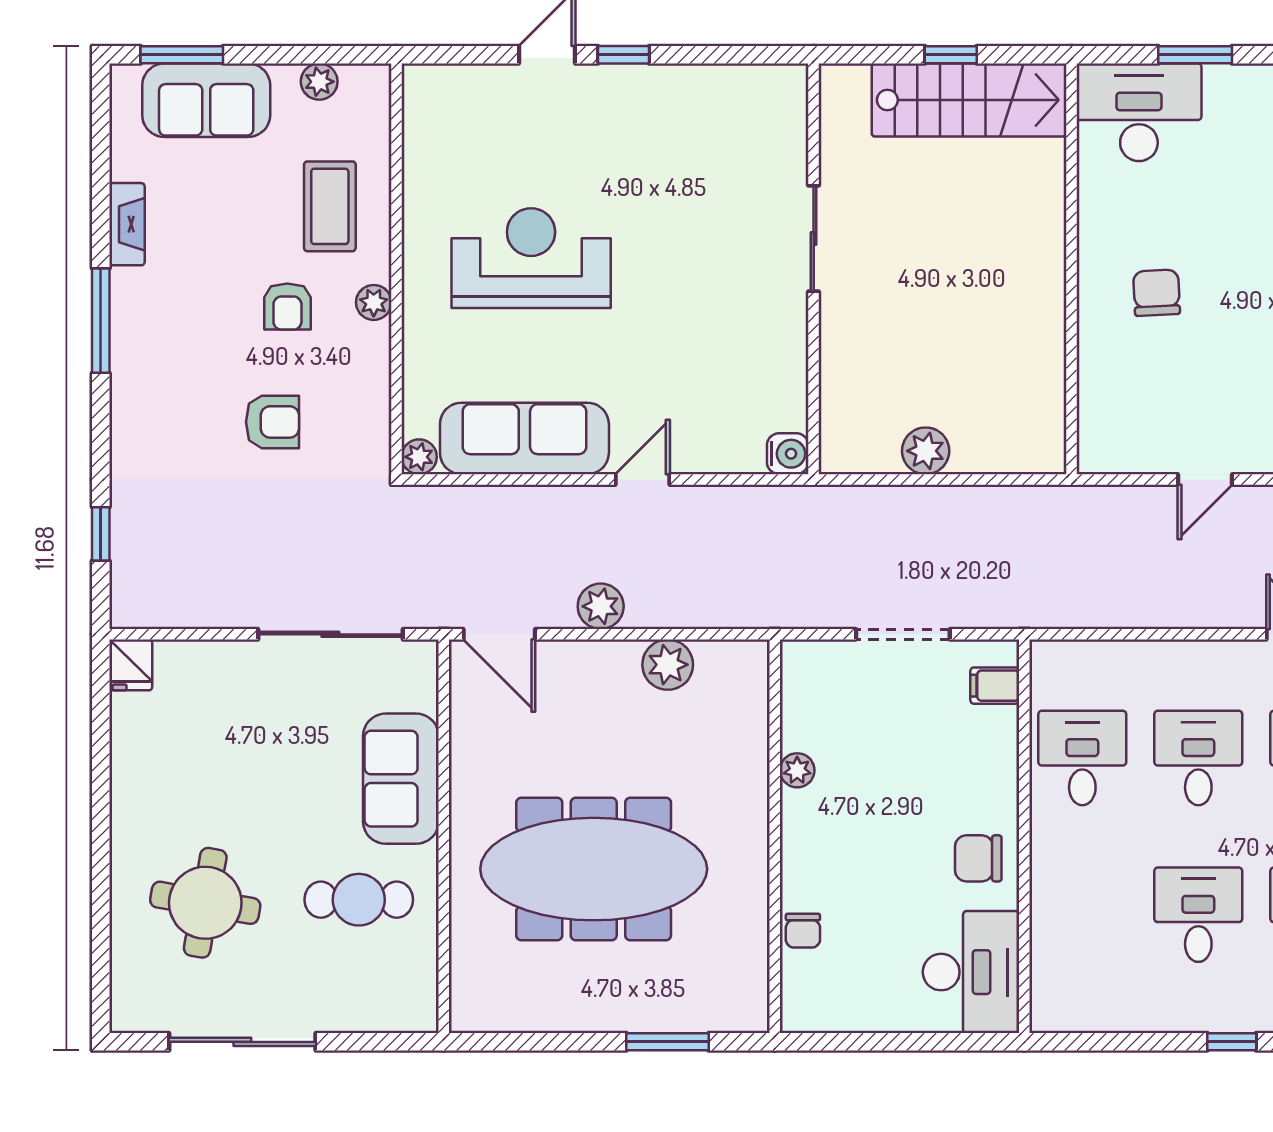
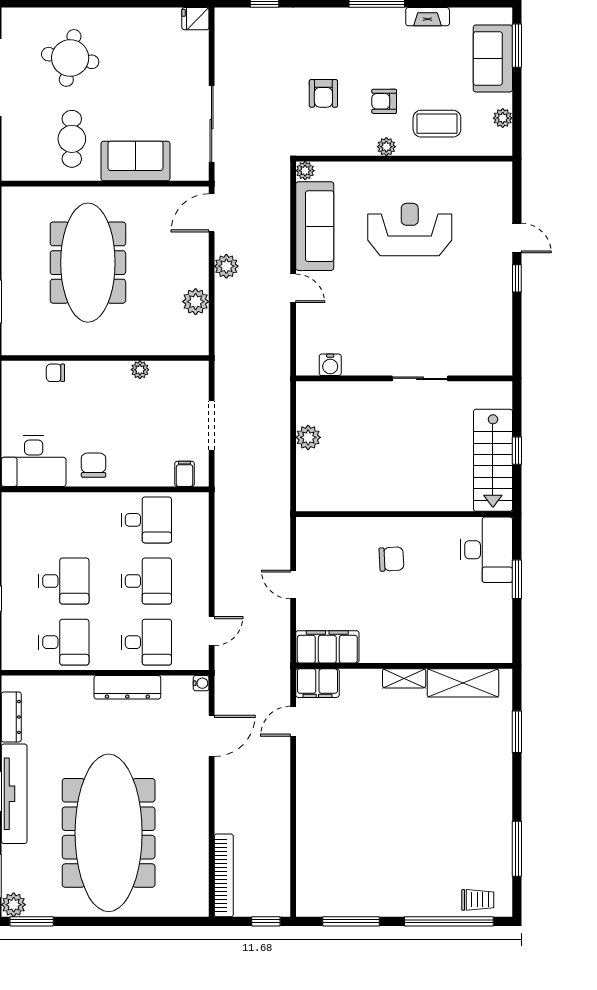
reception desk: (531, 258) -> (410, 230), turned -90
water cooler: (788, 454) -> (330, 365), moved

